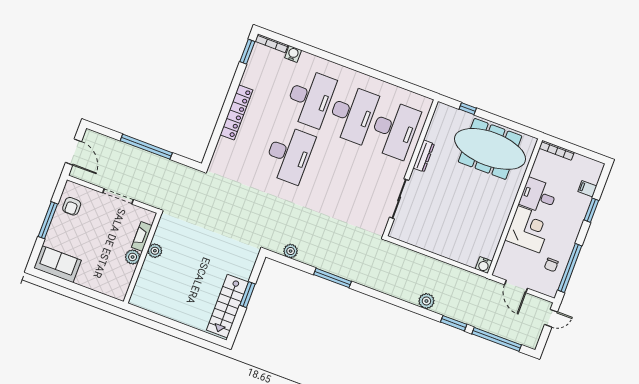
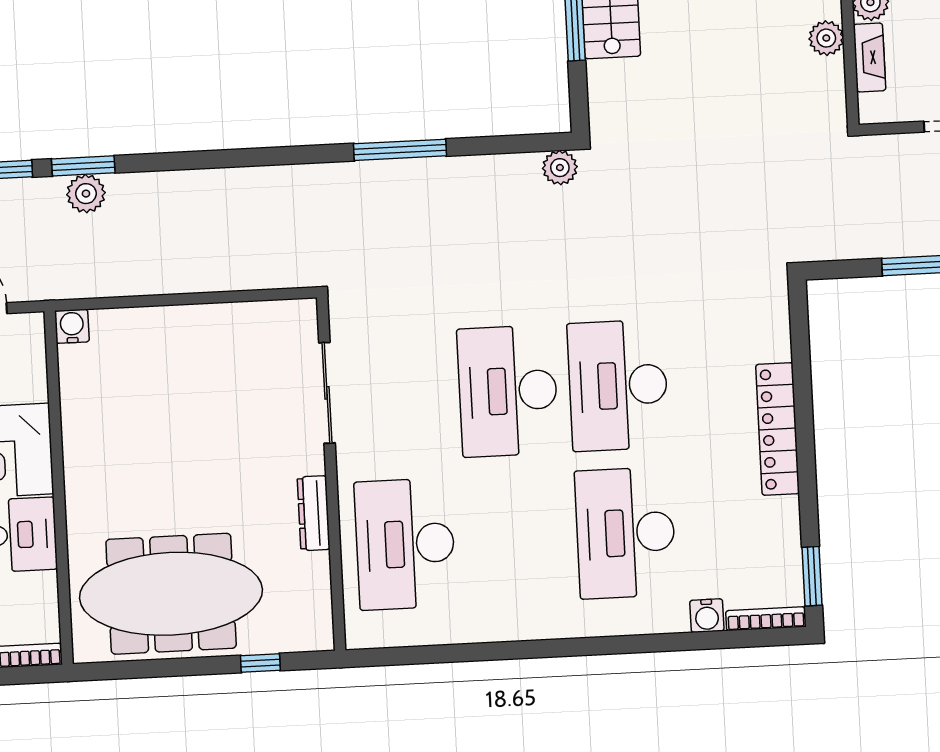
desk: (352, 114) -> (508, 391), moved
plant: (291, 251) -> (560, 168), moved
plant: (426, 301) -> (86, 194), moved

